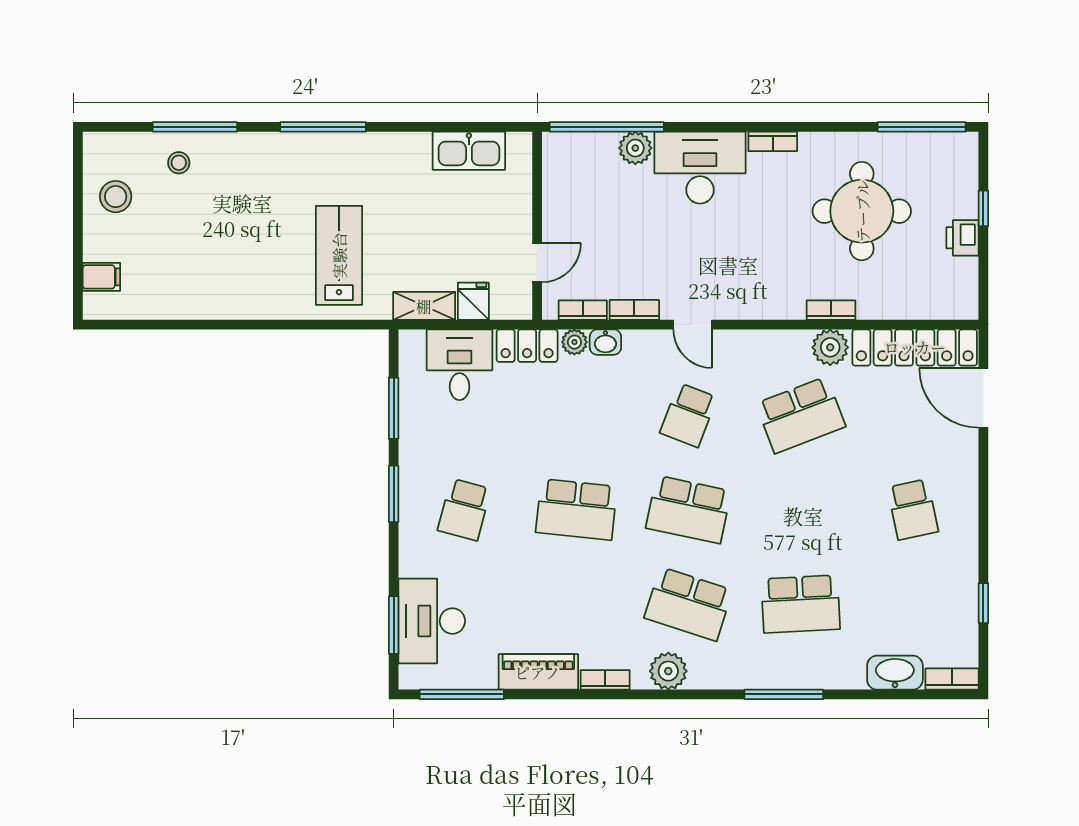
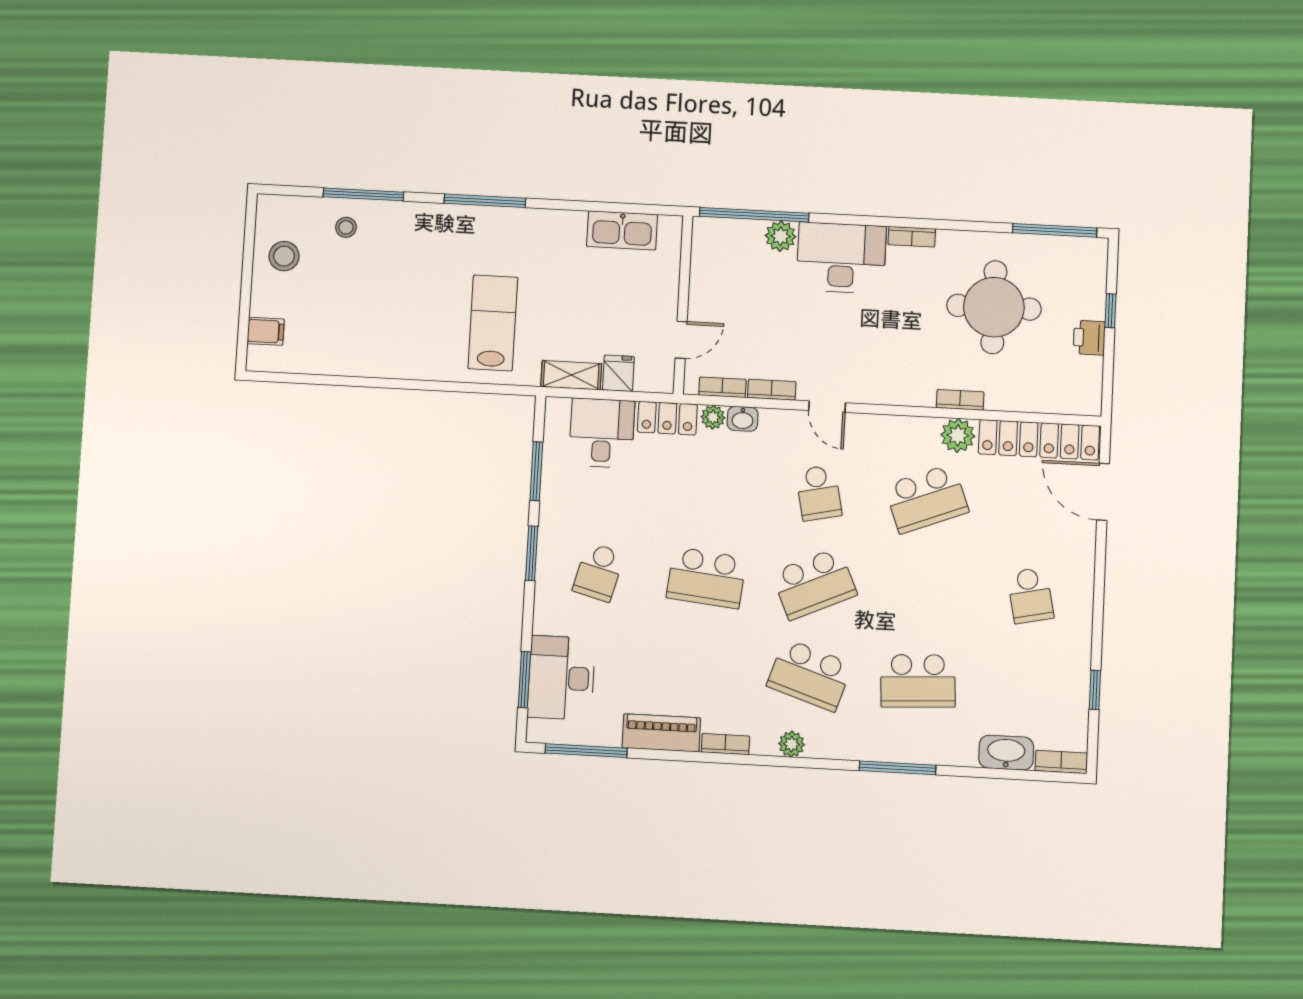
school desk: (688, 415) -> (819, 493), turned -33
school desk: (688, 510) -> (814, 584), turned -36
plant: (668, 671) -> (792, 744), width x0.73, depth x0.73

